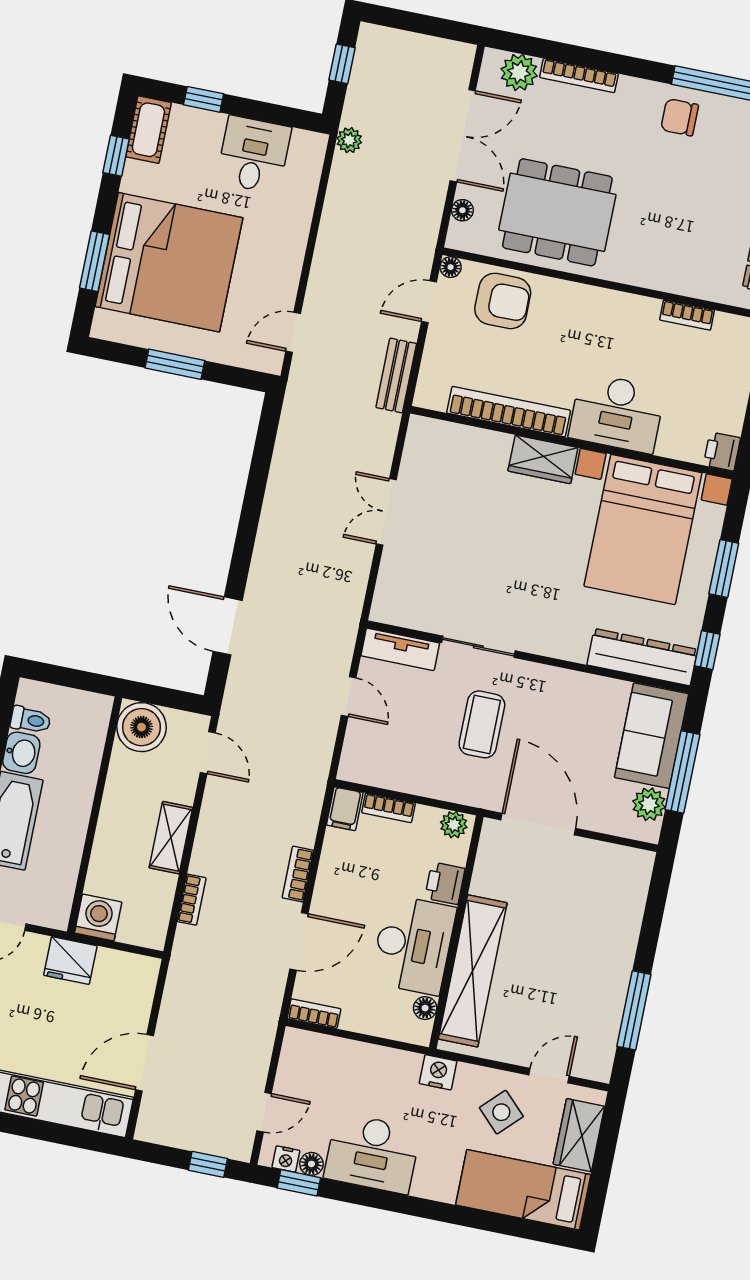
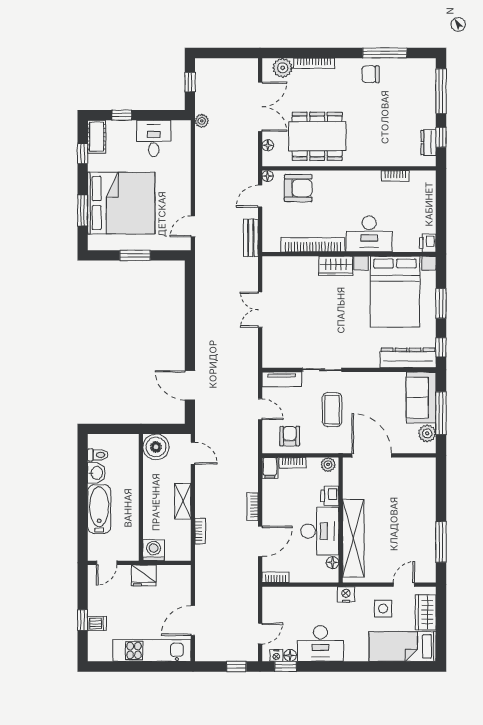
armchair: (393, 758) -> (290, 436), added
side table: (501, 1112) -> (383, 609), turned 45

